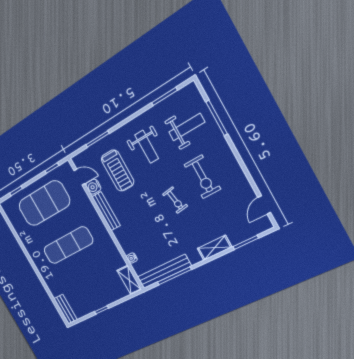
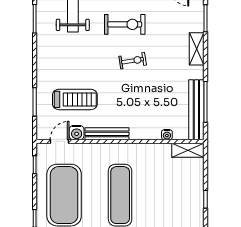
weight bench: (147, 147) -> (69, 59), removed

